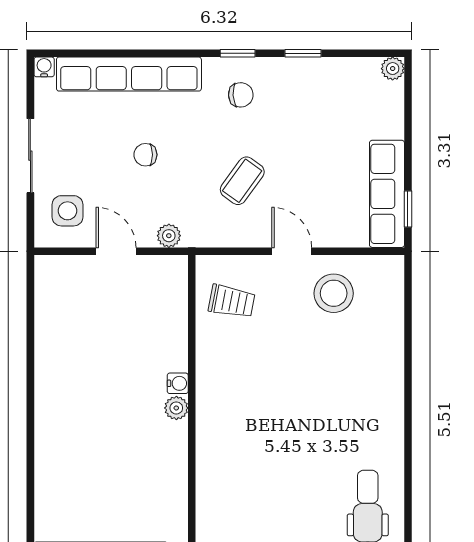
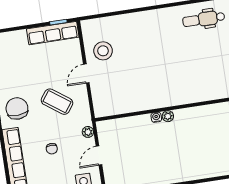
chair: (241, 95) -> (17, 108), width x1.87, depth x1.87
coffee table: (242, 181) -> (57, 102), width x1.36, depth x1.30
trolley: (232, 301) -> (114, 98), removed

